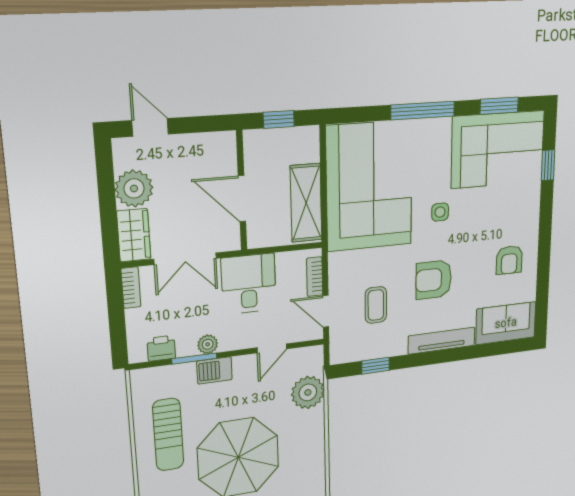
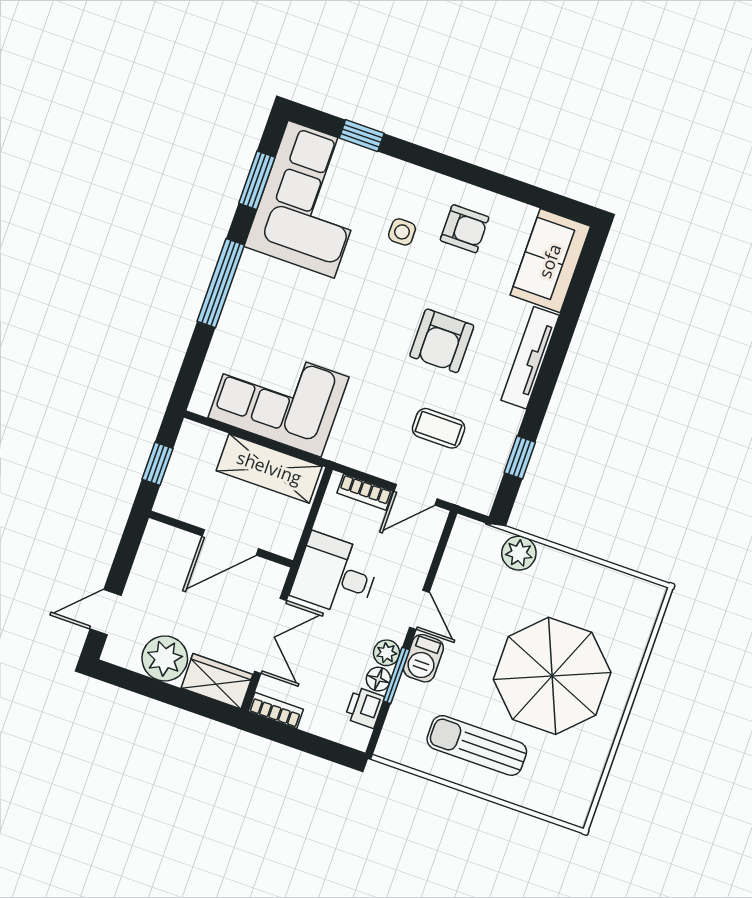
corner sofa: (369, 186) -> (278, 397), width x0.73, depth x0.74
side table: (440, 212) -> (402, 232), moved
floor lamp: (186, 348) -> (378, 679), added
door: (272, 348) -> (419, 610), moved
plant: (308, 392) -> (519, 553), width x0.73, depth x0.73
sun lounger: (168, 435) -> (477, 745), turned 180

